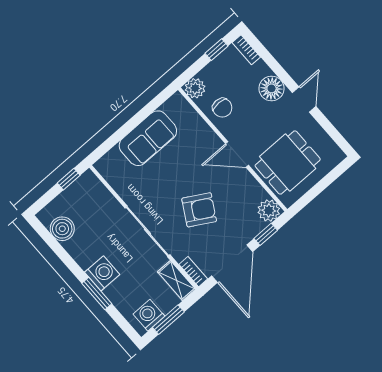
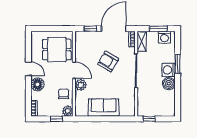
window: (217, 50) -> (56, 119), moved
door: (304, 100) -> (28, 69), swing flipped
plant: (269, 211) -> (81, 85), moved
boiler: (62, 229) -> (169, 84), moved

